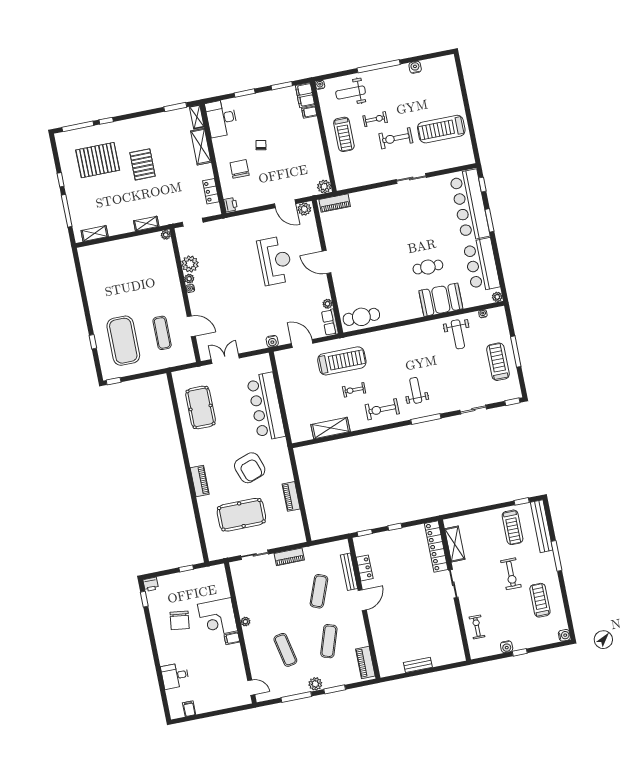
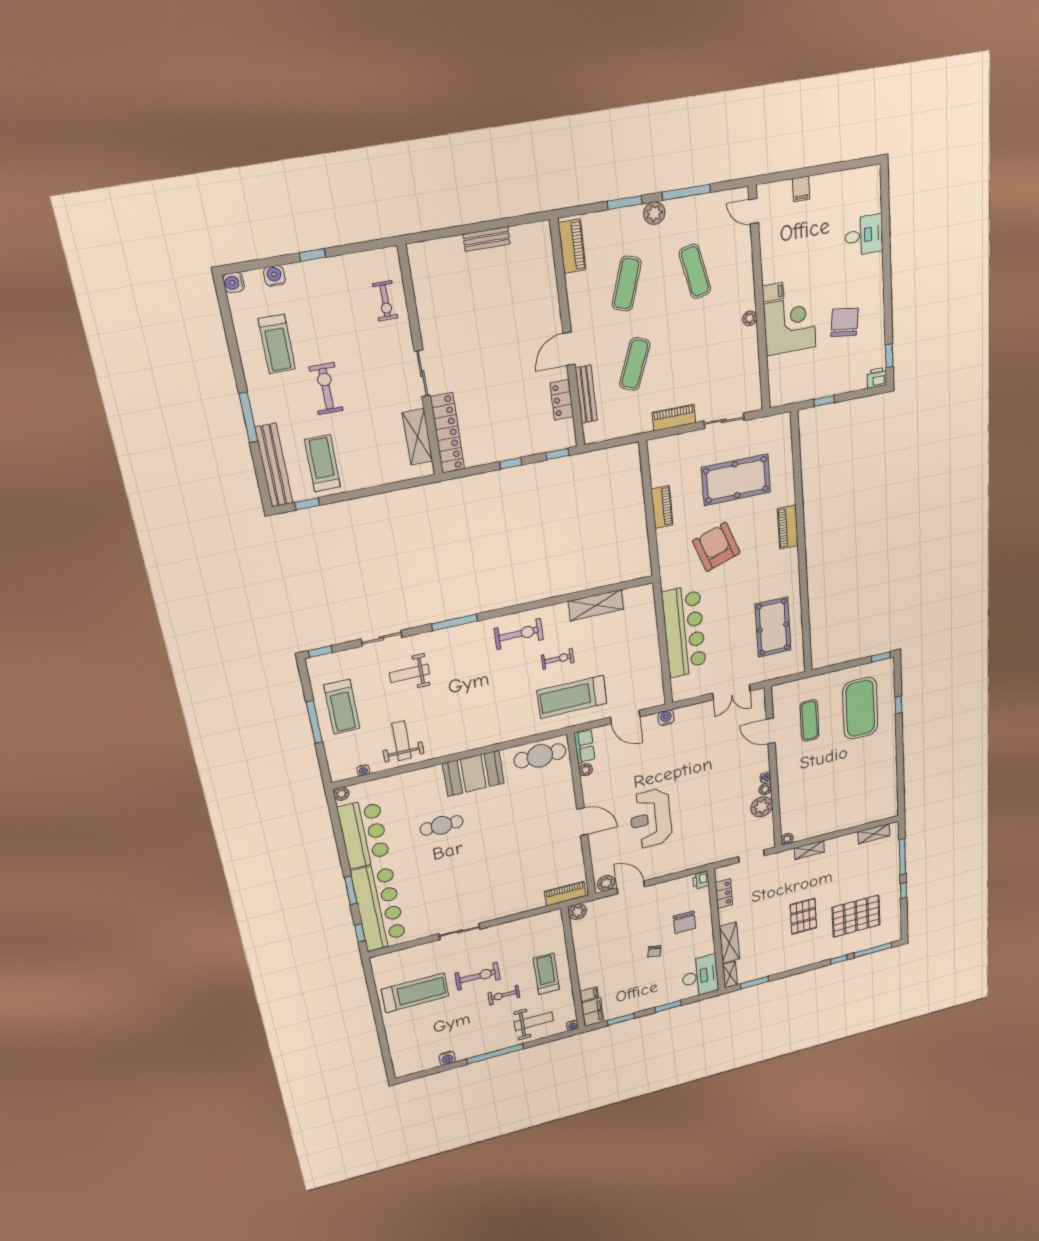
booth: (441, 300) -> (473, 773), moved
weight bench: (416, 390) -> (409, 673), moved, turned 90
water cooler: (507, 647) -> (274, 276), moved
filing cabinet: (189, 709) -> (801, 189), moved

